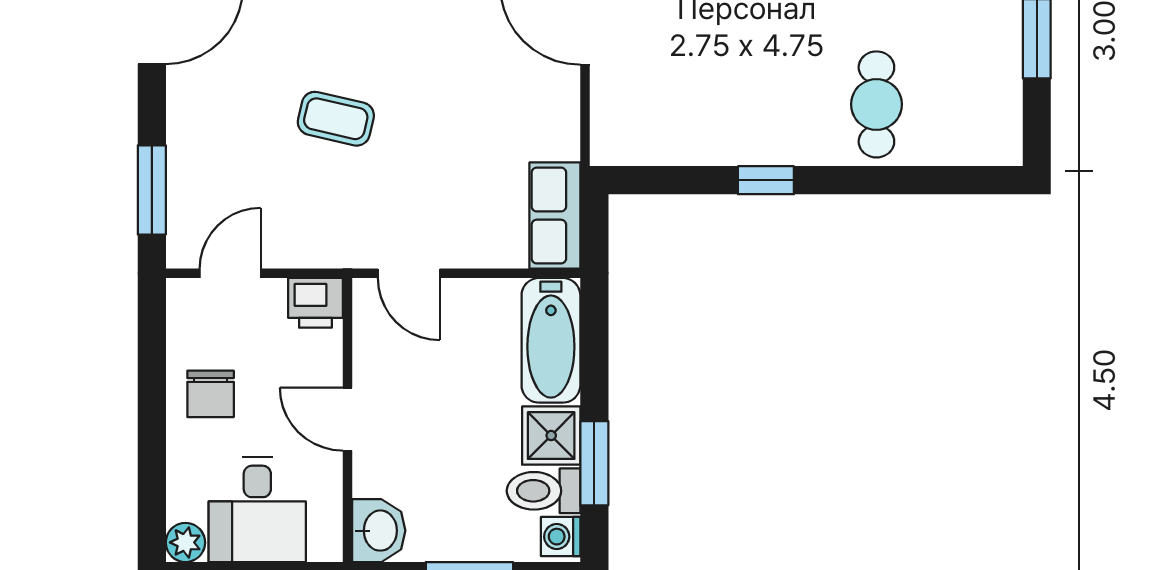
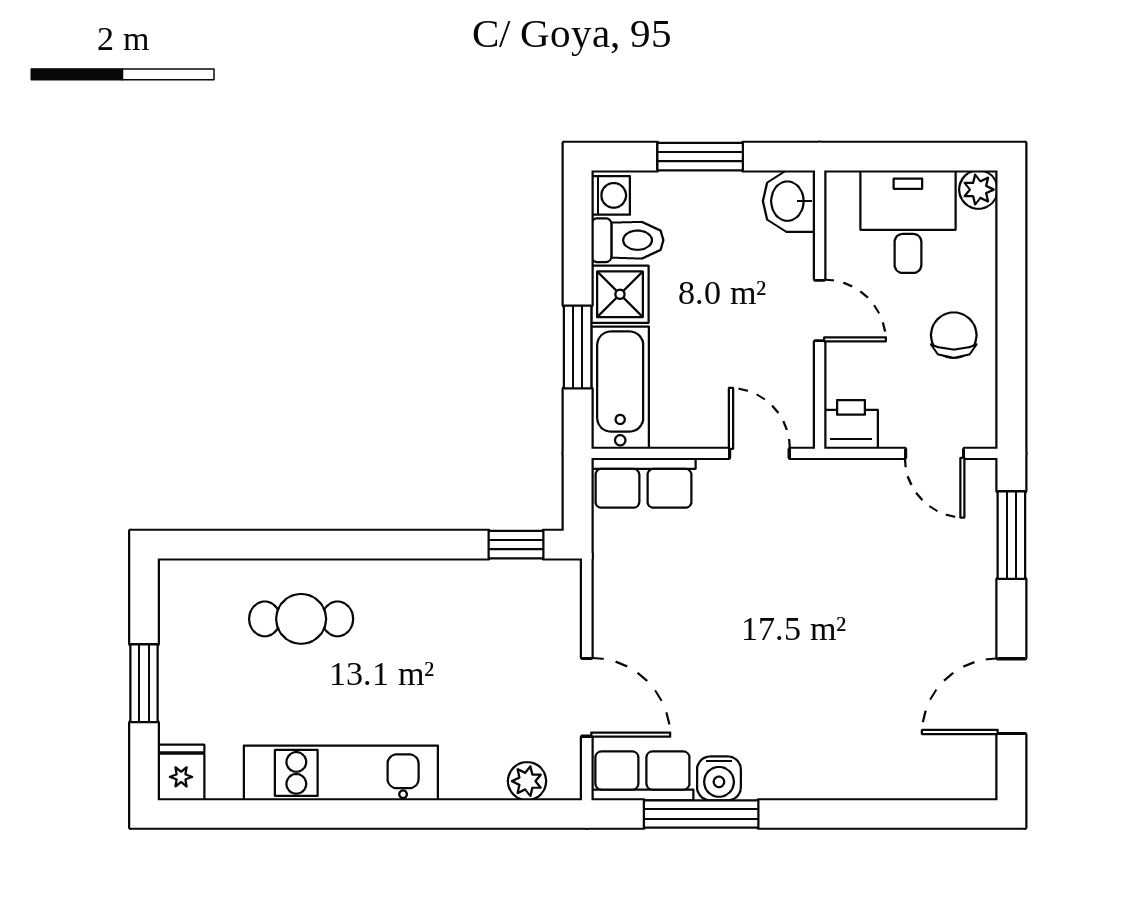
cafe table: (876, 104) -> (301, 619), turned 90
coffee table: (336, 119) -> (831, 605), removed
window: (766, 180) -> (516, 545), moved
row of seats: (555, 216) -> (643, 483), moved, turned 90
door: (230, 273) -> (935, 453), hinge flipped
window: (594, 463) -> (578, 347), moved

